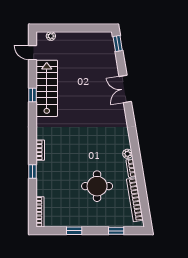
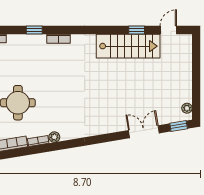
plant: (51, 36) -> (187, 108), moved
double door: (125, 89) -> (144, 132), moved
window: (32, 95) -> (137, 30), moved

